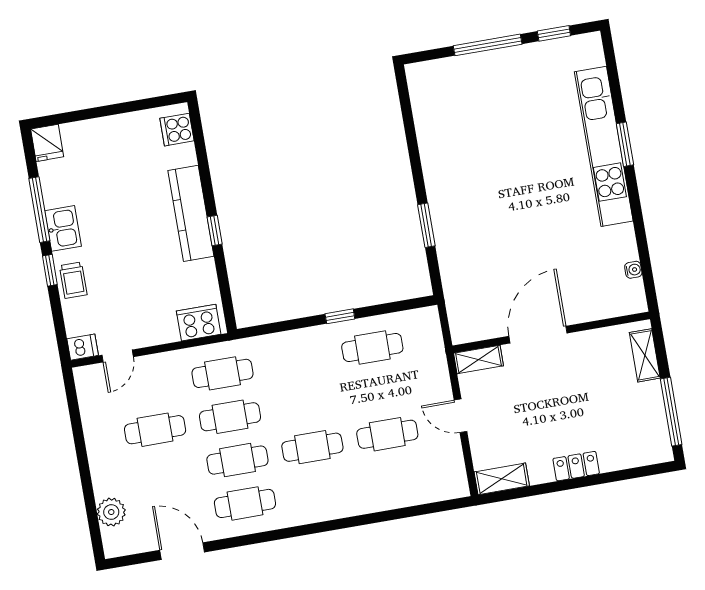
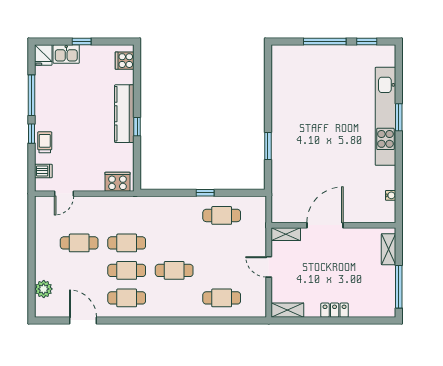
window: (104, 111) -> (82, 41), added
kitchen sink: (63, 228) -> (66, 54), moved, turned 90
trolley: (73, 280) -> (45, 142), turned 180
dishwasher: (83, 347) -> (43, 171), moved
cafe table: (222, 373) -> (127, 215), removed
cafe table: (387, 434) -> (222, 298), moved

